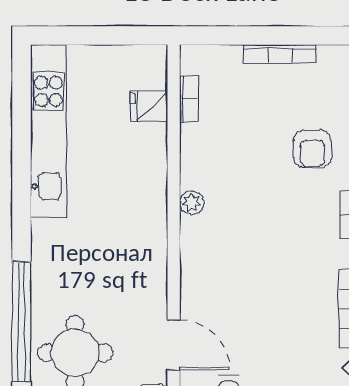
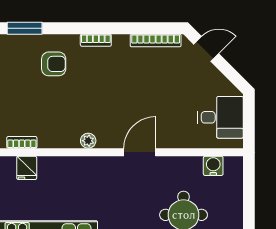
door: (174, 345) -> (140, 152), moved

